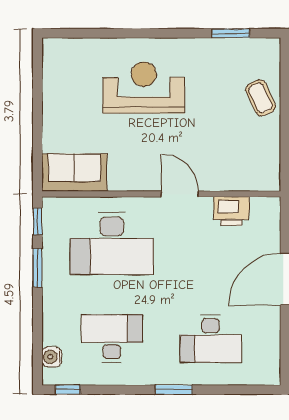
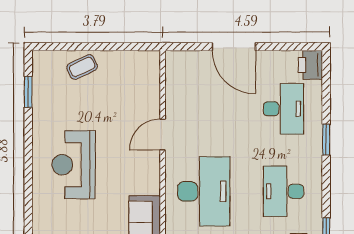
printer: (231, 211) -> (310, 65), moved, turned 180

